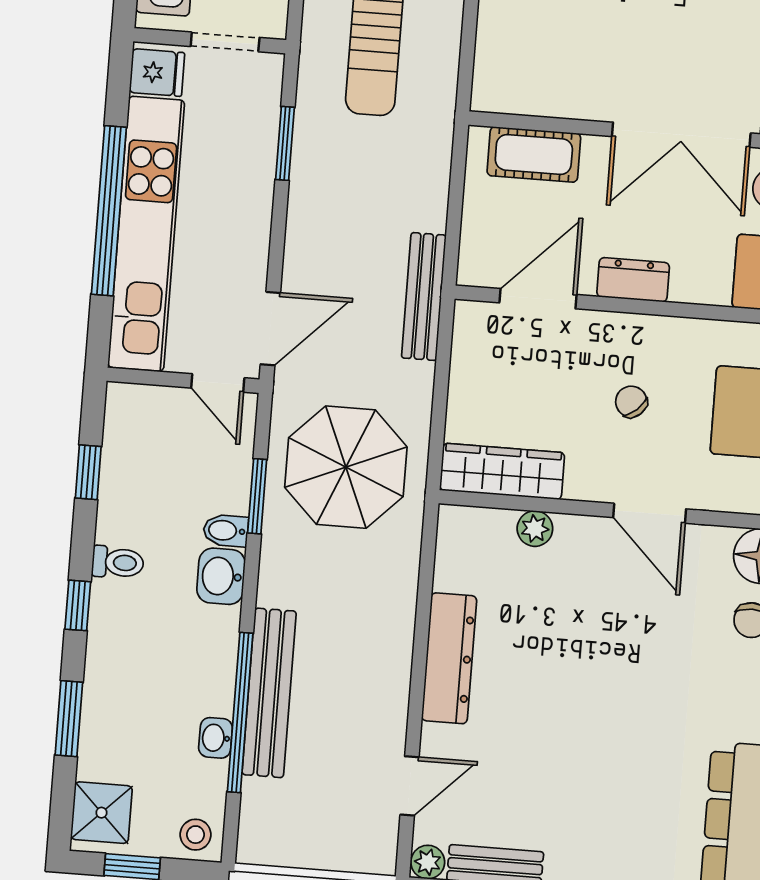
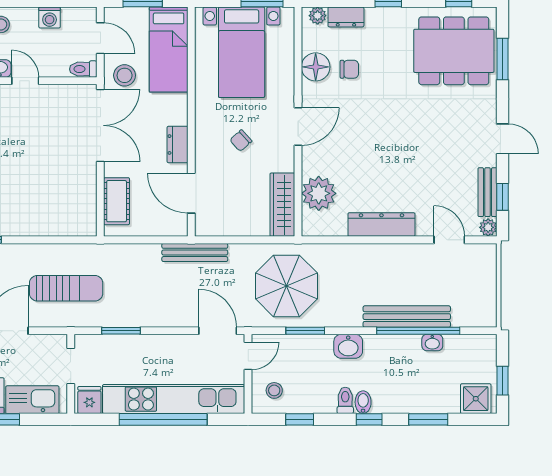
plant: (535, 529) -> (319, 193), width x1.87, depth x1.87
bidet: (226, 531) -> (363, 402), moved, turned 180
stool: (196, 835) -> (274, 390), moved

